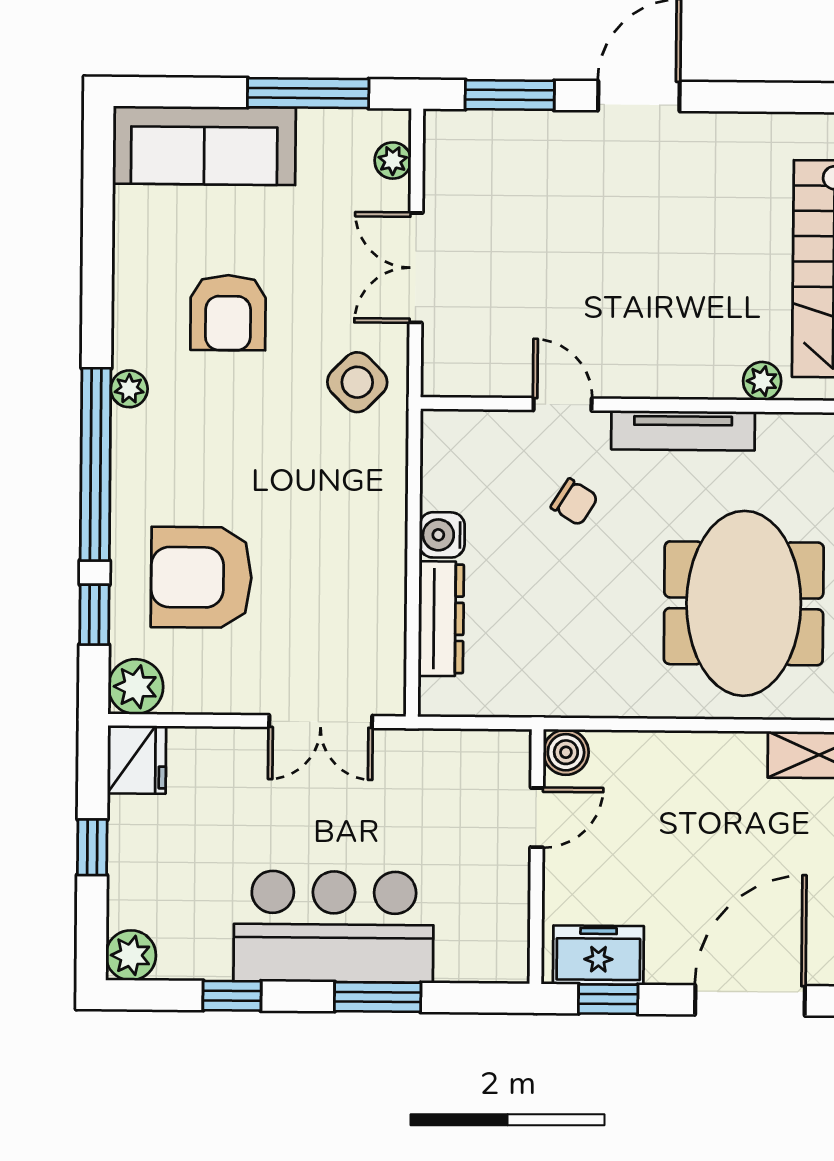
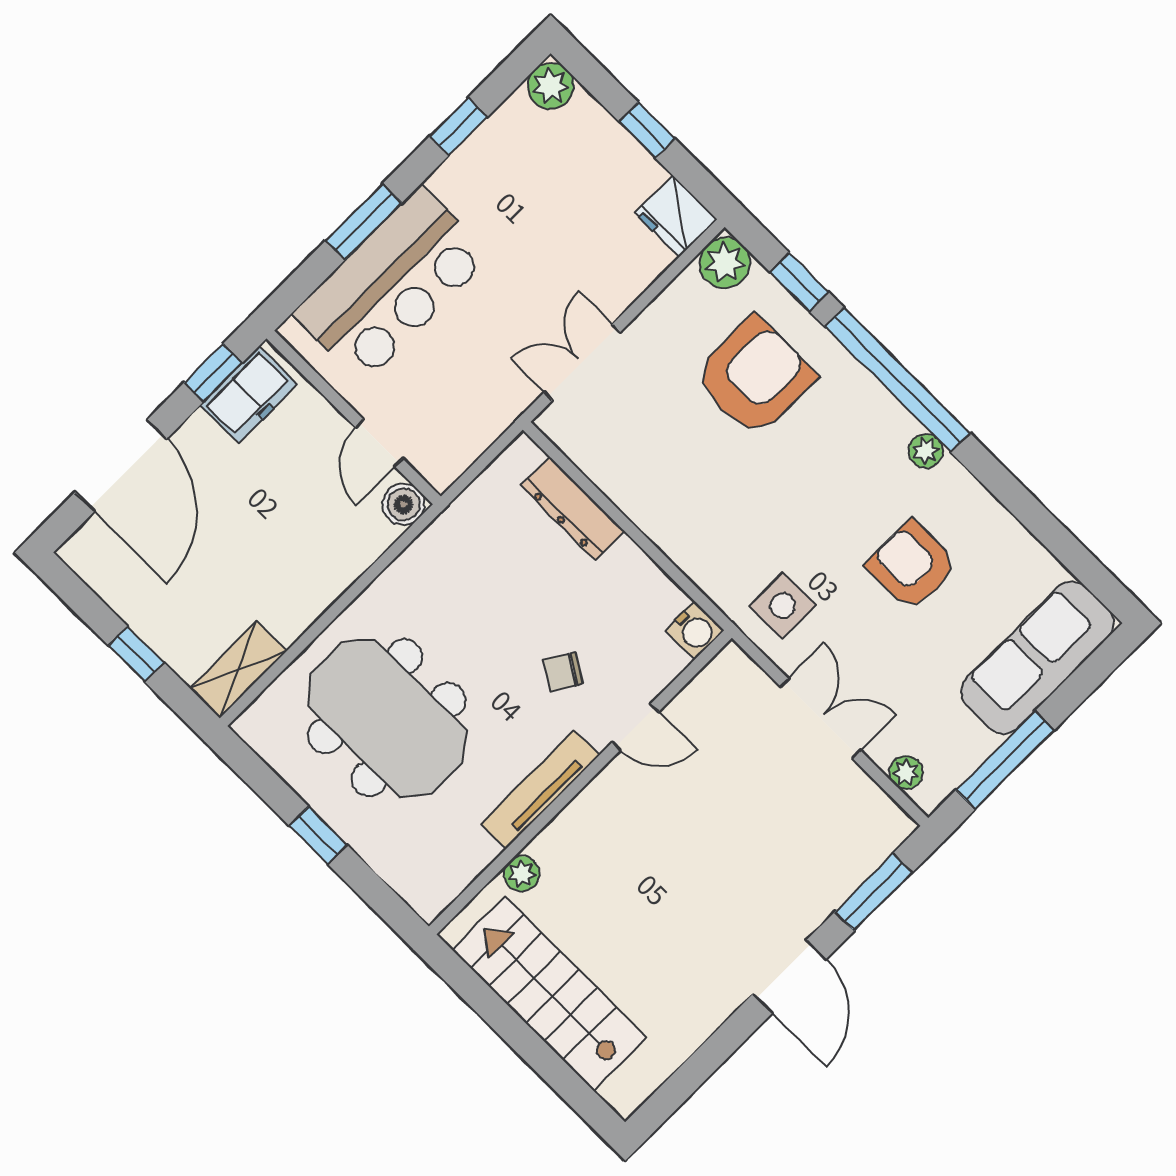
side table: (357, 382) -> (783, 606), turned 45
water cooler: (442, 535) -> (695, 630), moved, turned 90
bar counter: (334, 927) -> (392, 285), moved

